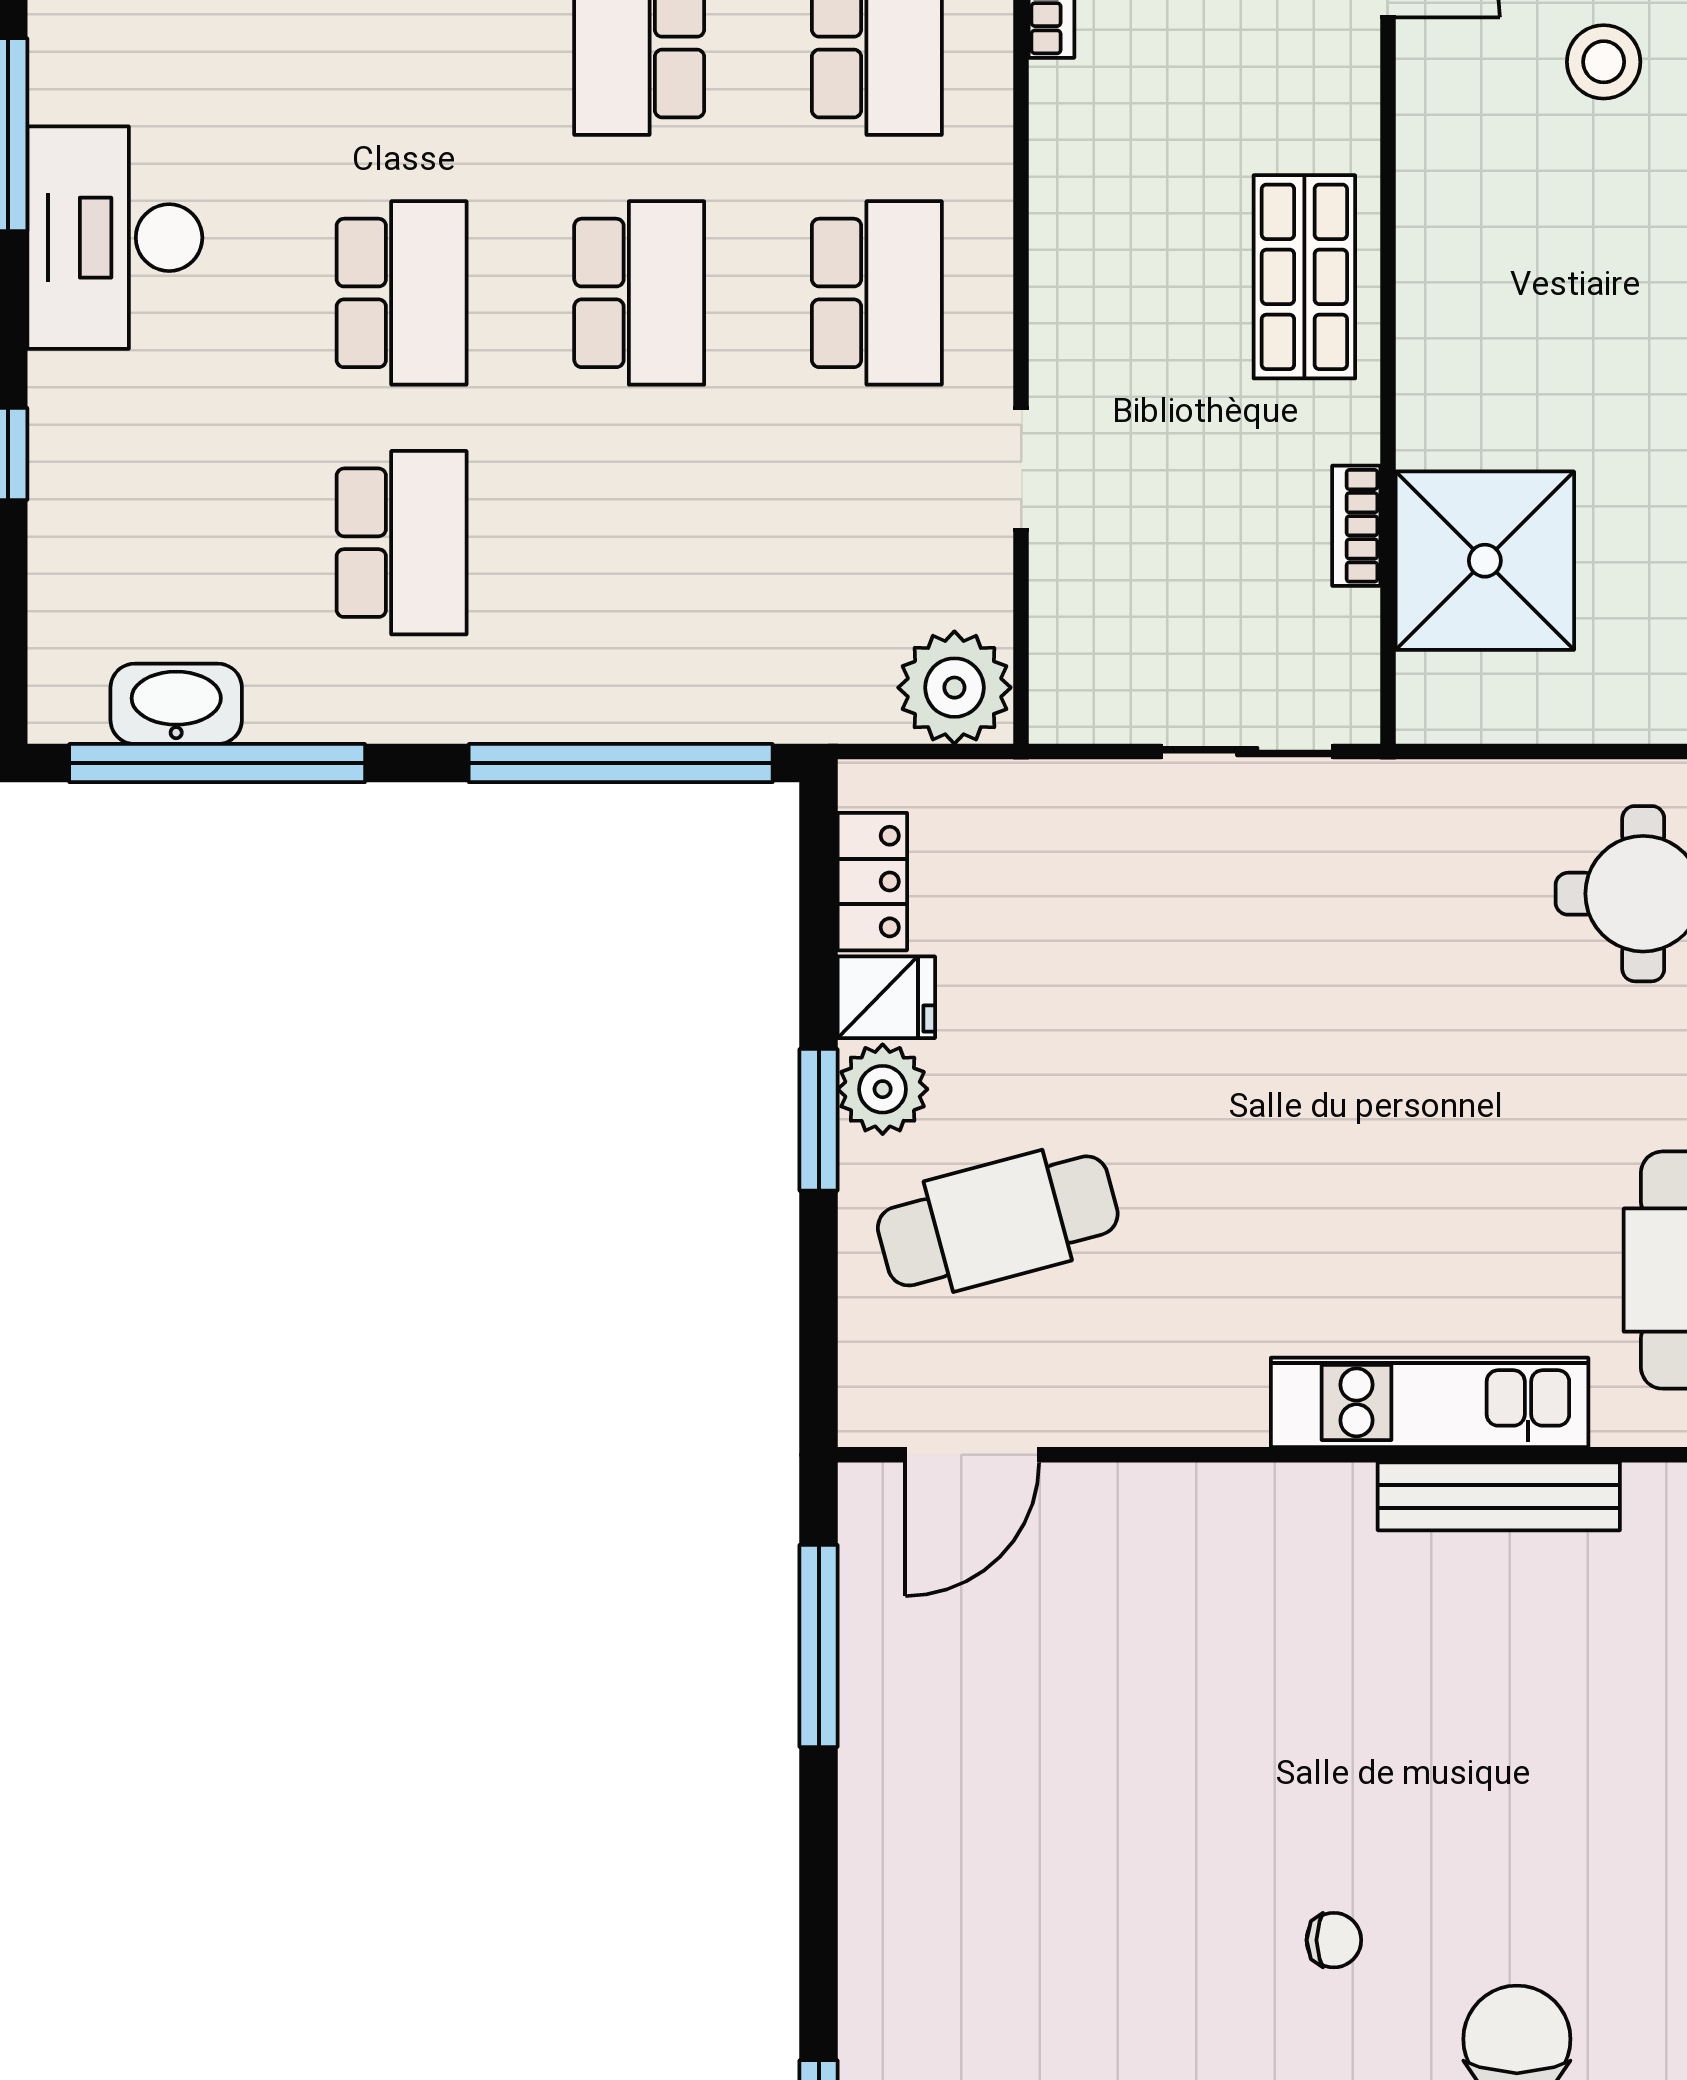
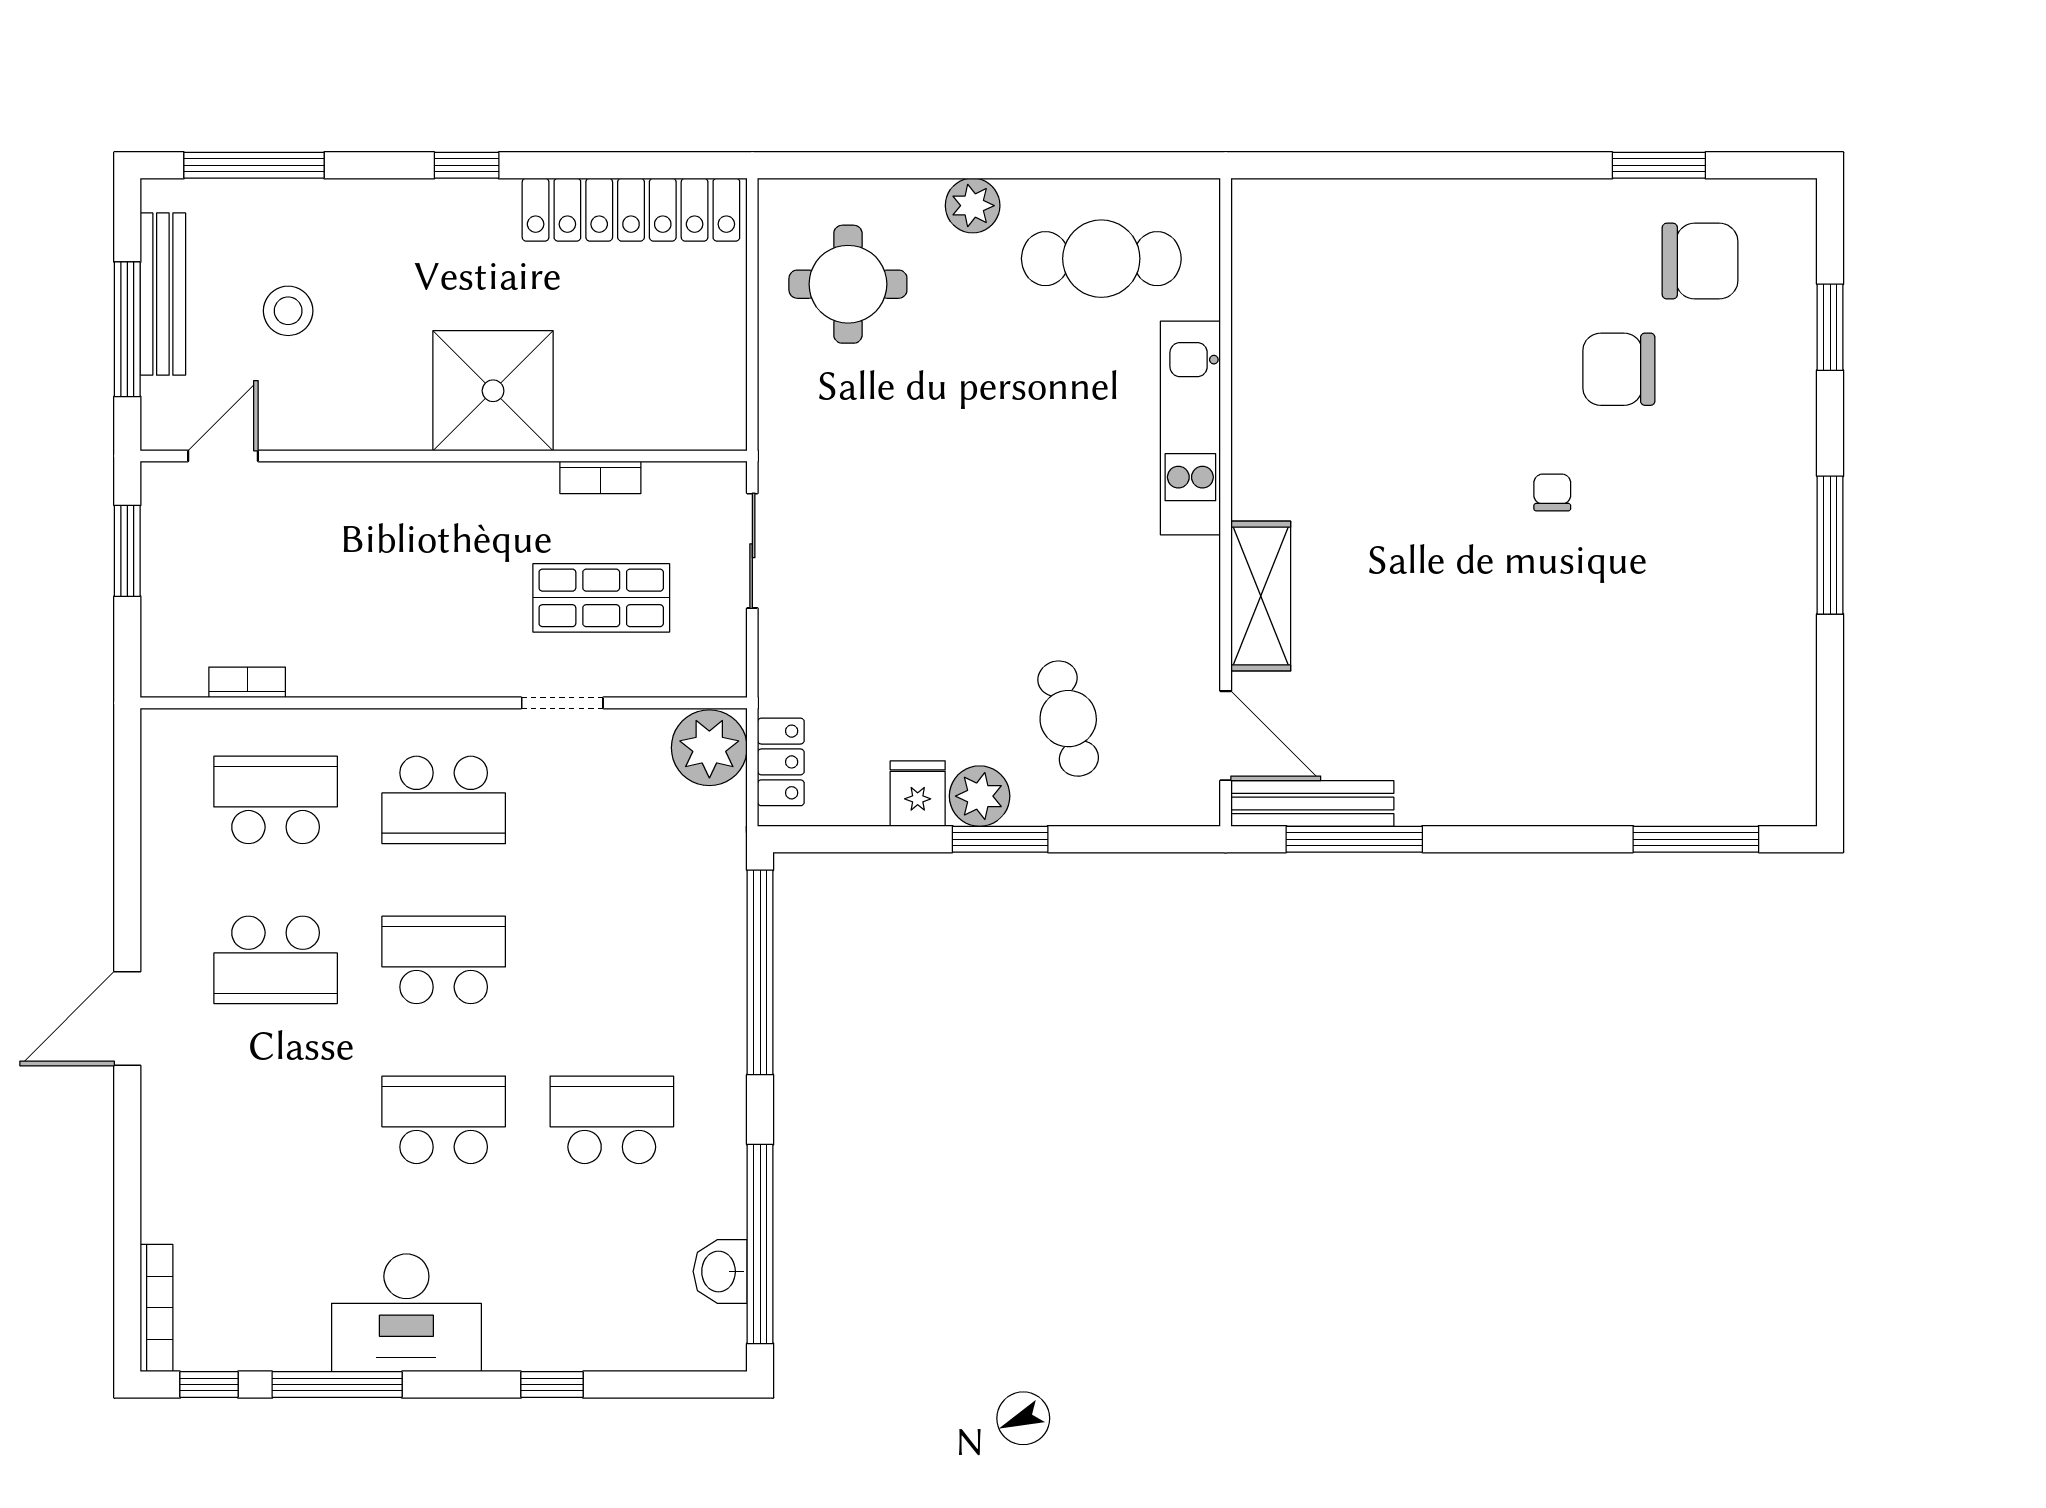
shop shelf: (1304, 277) -> (601, 598), moved
school desk: (877, 293) -> (444, 800), turned 180
shower: (1485, 561) -> (493, 391), moved
washbasin: (176, 704) -> (720, 1271), width x0.72
locker: (872, 882) -> (781, 762), moved, turned 90
cafe table: (998, 1221) -> (1068, 719), width x0.73, depth x0.74
bench: (1499, 1496) -> (1312, 804), moved, turned 90
shelving: (1180, 1507) -> (1261, 596), added

